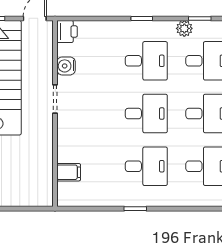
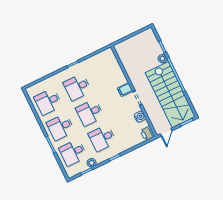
filing cabinet: (69, 172) -> (125, 90), moved

